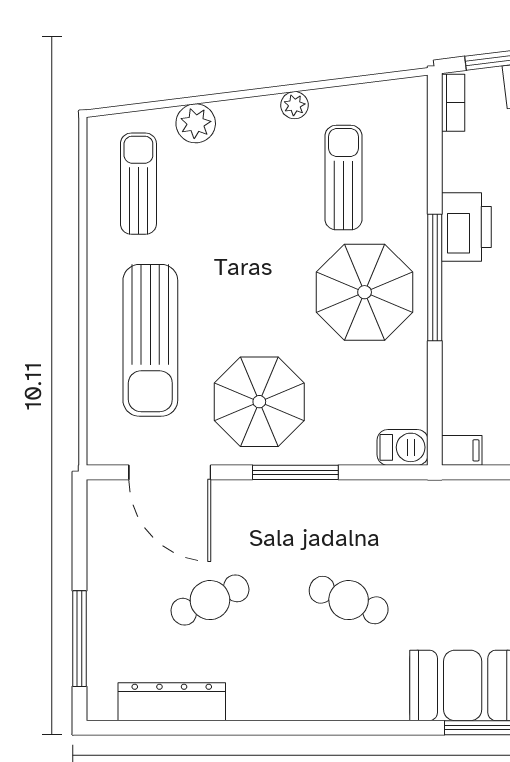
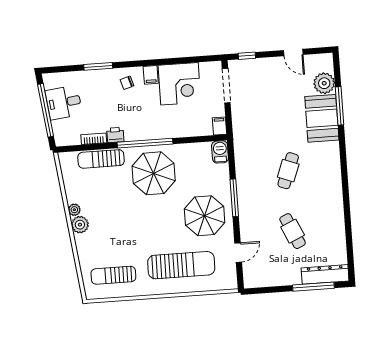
bookcase: (453, 103) -> (94, 139), moved
plant: (196, 123) -> (80, 225), moved
sun lounger: (343, 178) -> (101, 159), moved
printer: (466, 227) -> (115, 135), width x0.53, depth x0.68
door: (170, 472) -> (238, 253), width x0.53
dresser: (172, 702) -> (325, 274), moved, turned 90

